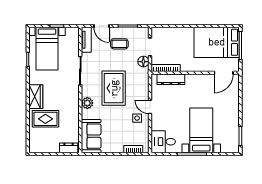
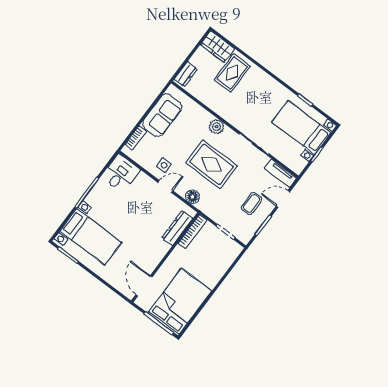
floor lamp: (143, 62) -> (193, 197), moved
wardrobe: (36, 97) -> (217, 47), moved
bed with nightstands: (201, 130) -> (91, 237), moved
sofa: (91, 136) -> (162, 115), moved, turned -90

